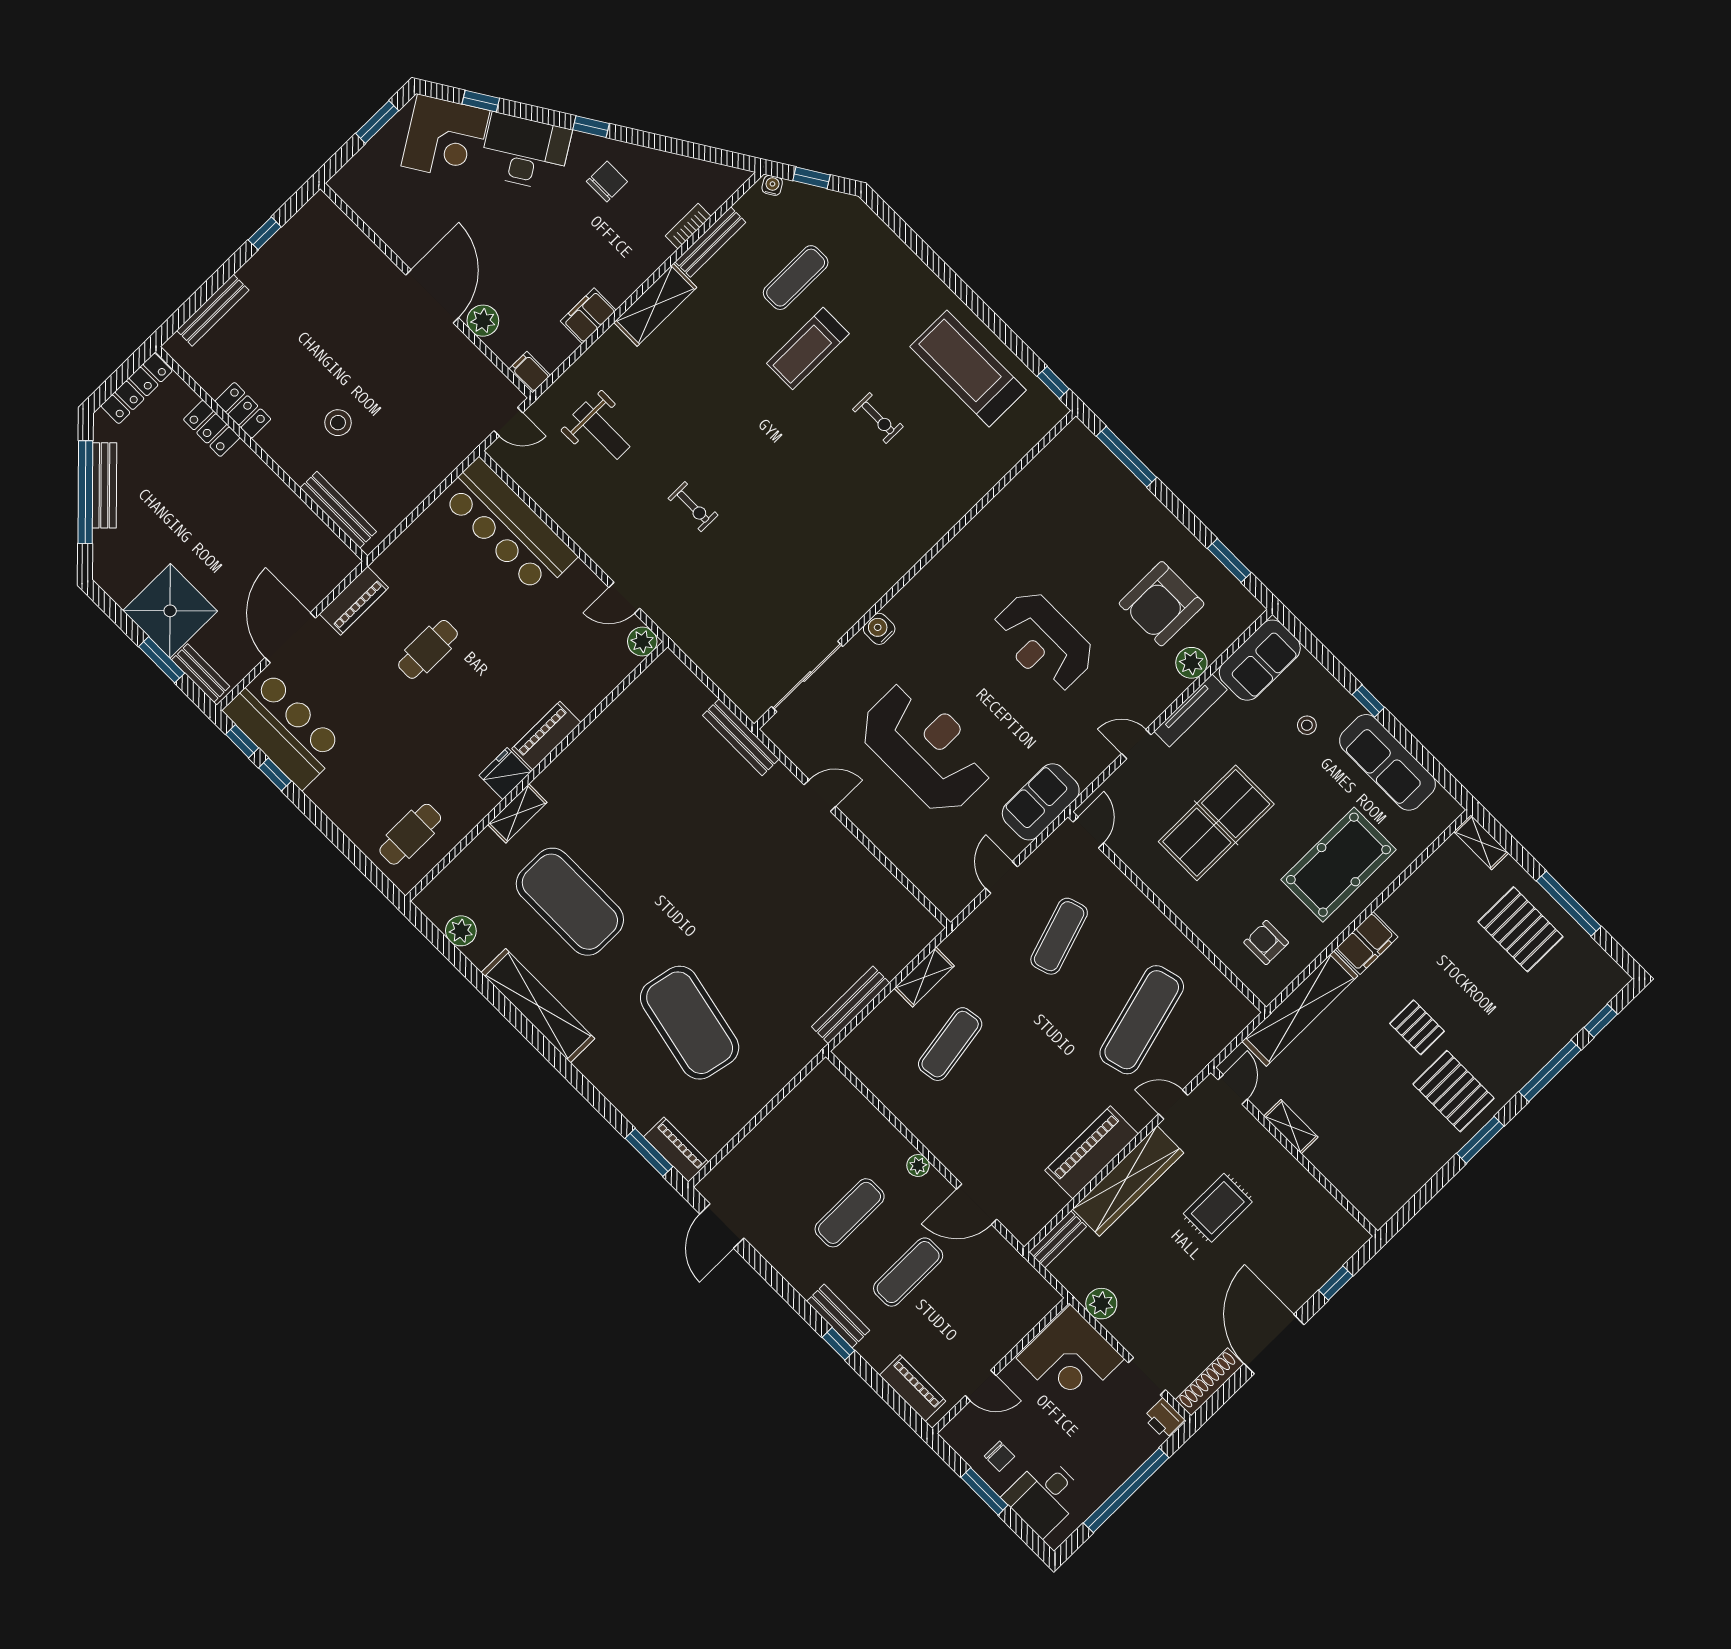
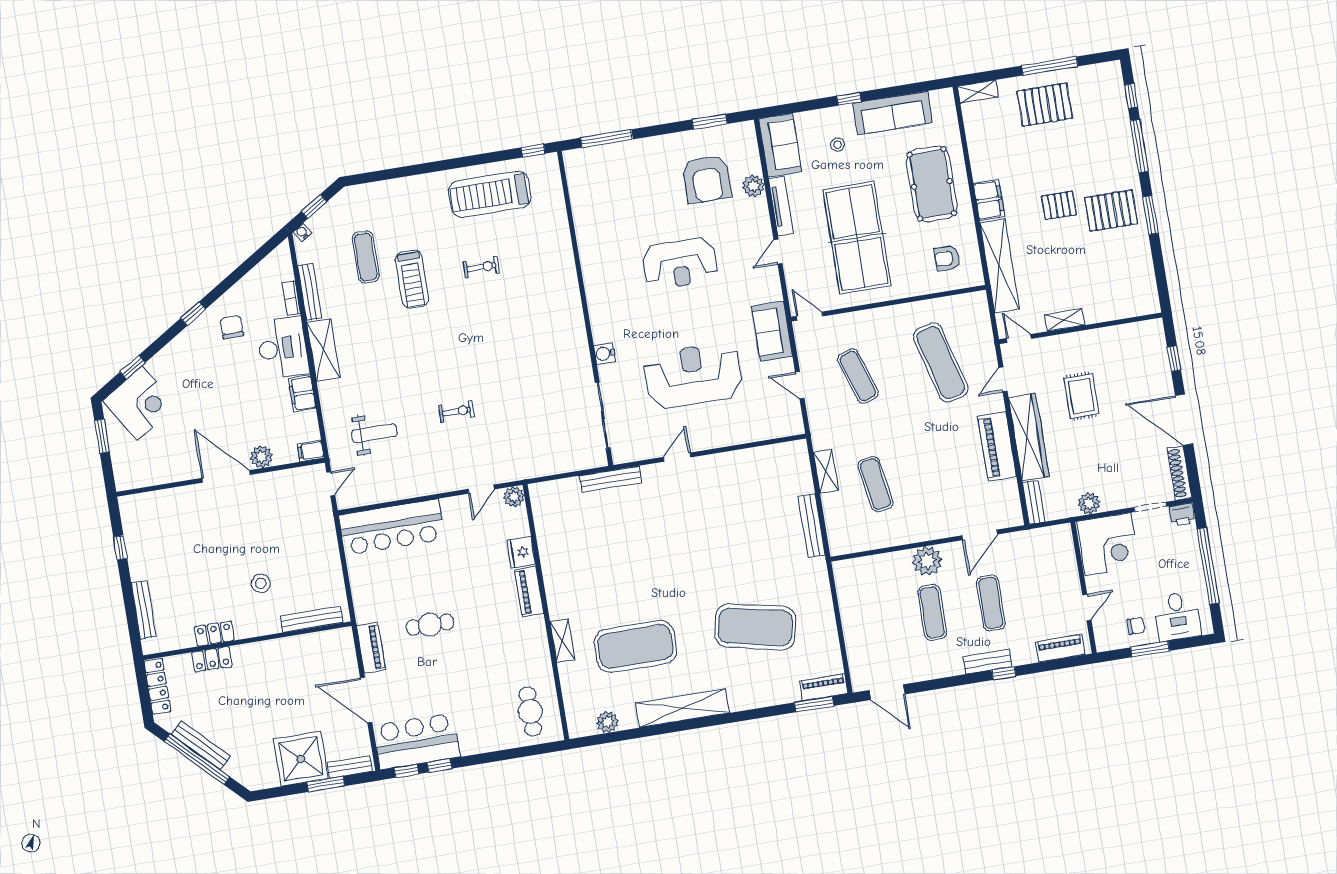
desk: (525, 152) -> (283, 348), moved, turned 122
cafe table: (428, 649) -> (430, 625), turned 90
fridge: (505, 774) -> (521, 552), moved
table tennis table: (1216, 823) -> (857, 238), width x1.36, depth x1.32
plant: (918, 1165) -> (927, 561), width x1.88, depth x1.88

